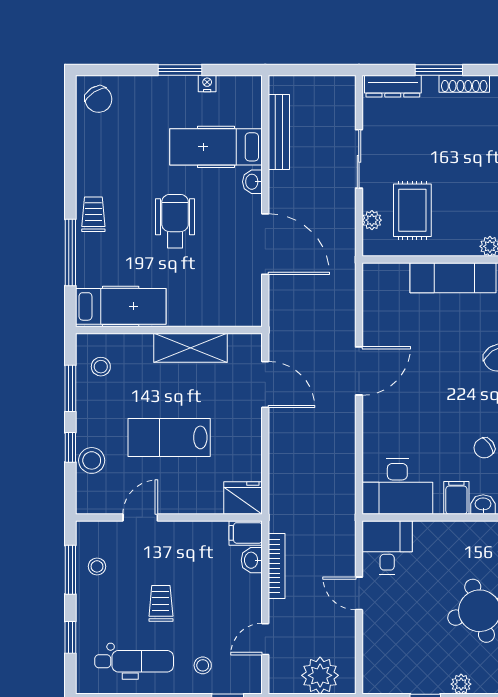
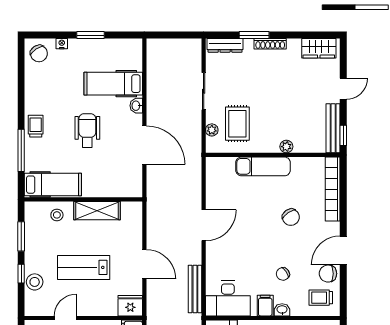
nightstand: (207, 83) -> (62, 44), moved
bench: (279, 132) -> (195, 289), moved
stool: (101, 367) -> (57, 215), moved
door: (265, 384) -> (144, 264), moved

